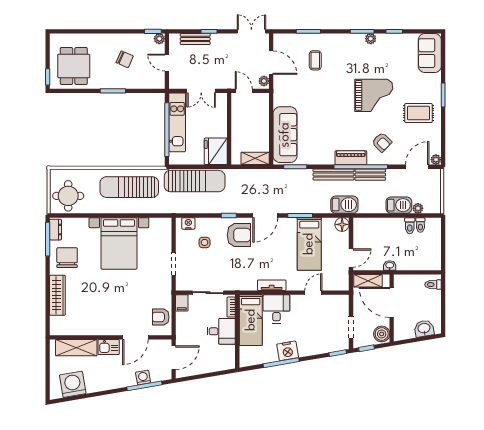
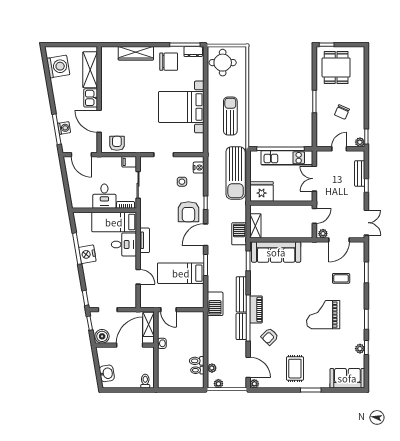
plant: (371, 39) -> (360, 349), moved
dining table: (74, 66) -> (336, 67), turned 90
grand piano: (374, 95) -> (323, 315), moved, turned 90
sun lounger: (129, 187) -> (230, 116), width x0.73, depth x0.75
plant: (436, 201) -> (218, 384), added
barbecue: (399, 205) -> (239, 234), moved, turned 180
door: (265, 215) -> (206, 235), hinge flipped
floor lamp: (342, 224) -> (198, 302), removed

